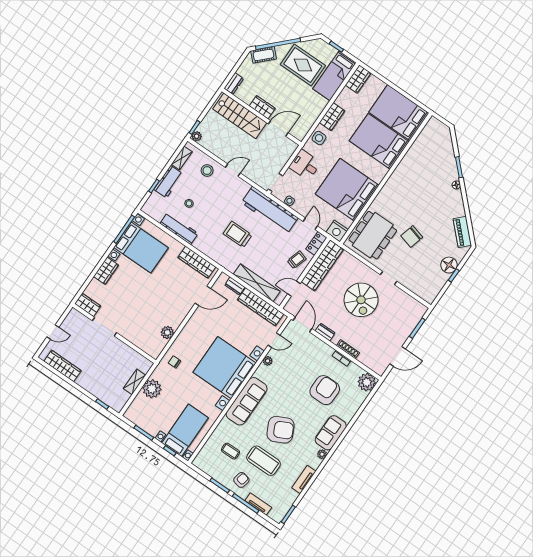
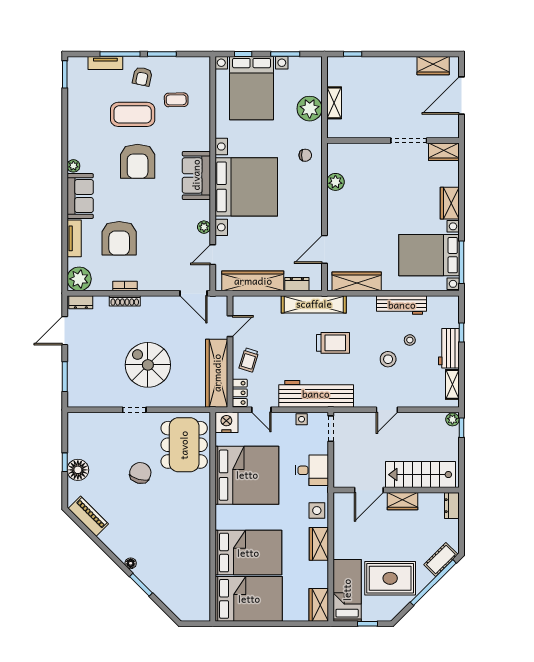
stool: (207, 171) -> (388, 359), moved
shelving: (257, 283) -> (314, 304), moved
door: (53, 332) -> (461, 95), width x1.88
dresser: (325, 332) -> (81, 302), moved
wardrobe: (63, 366) -> (433, 66), width x0.67
sofa: (247, 401) -> (196, 175), width x0.73
bed with nightstands: (185, 430) -> (252, 88), width x1.36
armchair: (280, 430) -> (138, 161), turned -64
tv unit: (304, 480) -> (74, 238), moved

